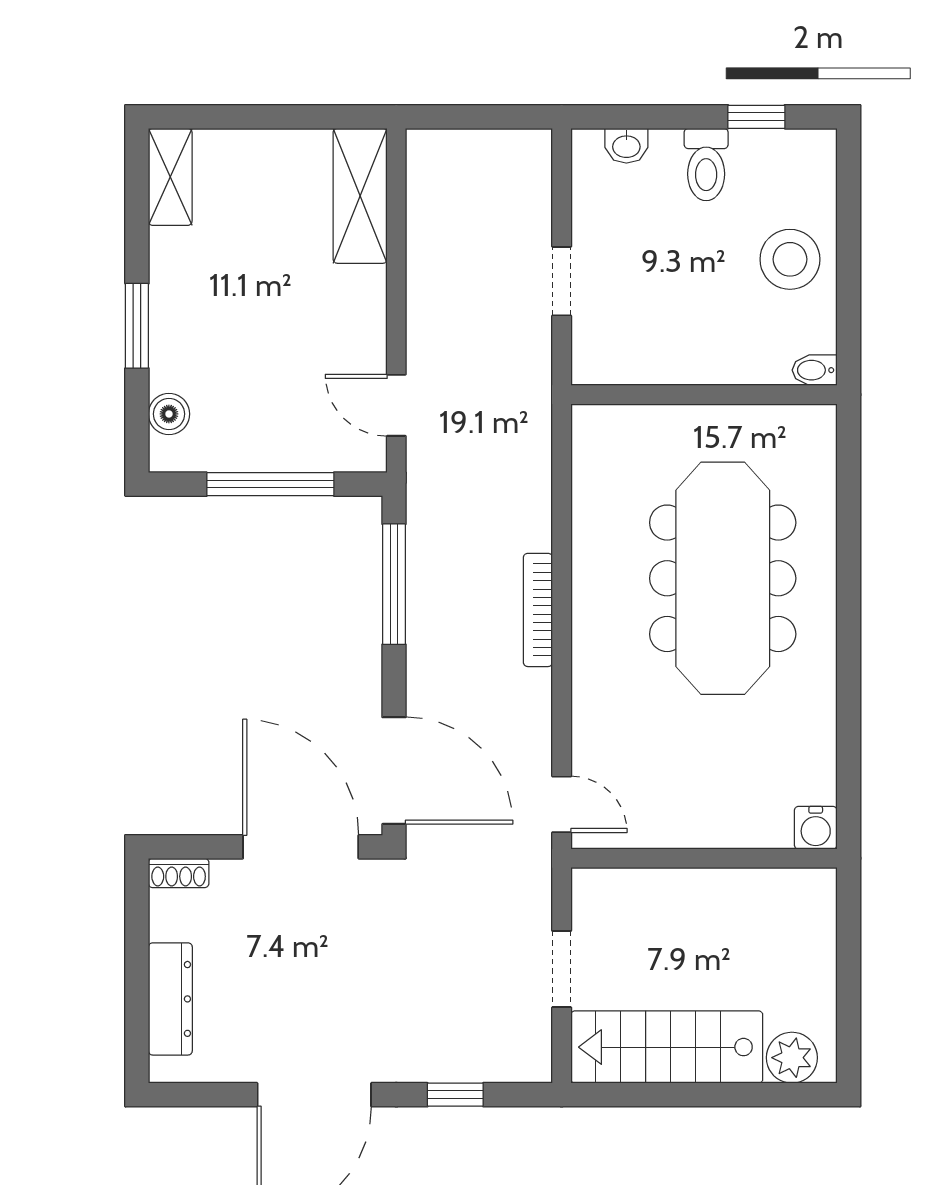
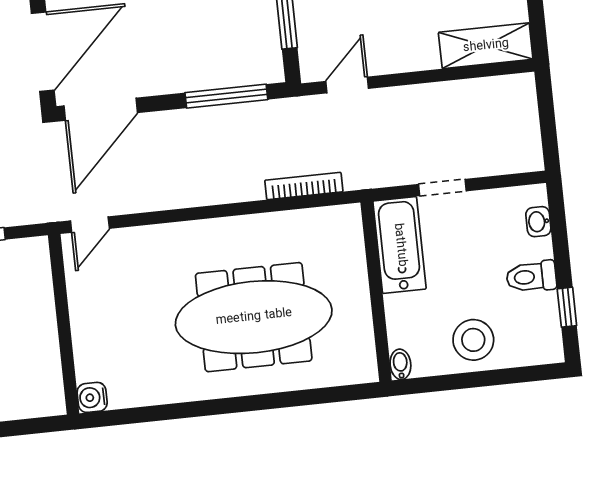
bathtub: (639, 353) -> (400, 245), added
bookcase: (538, 610) -> (304, 186), moved

